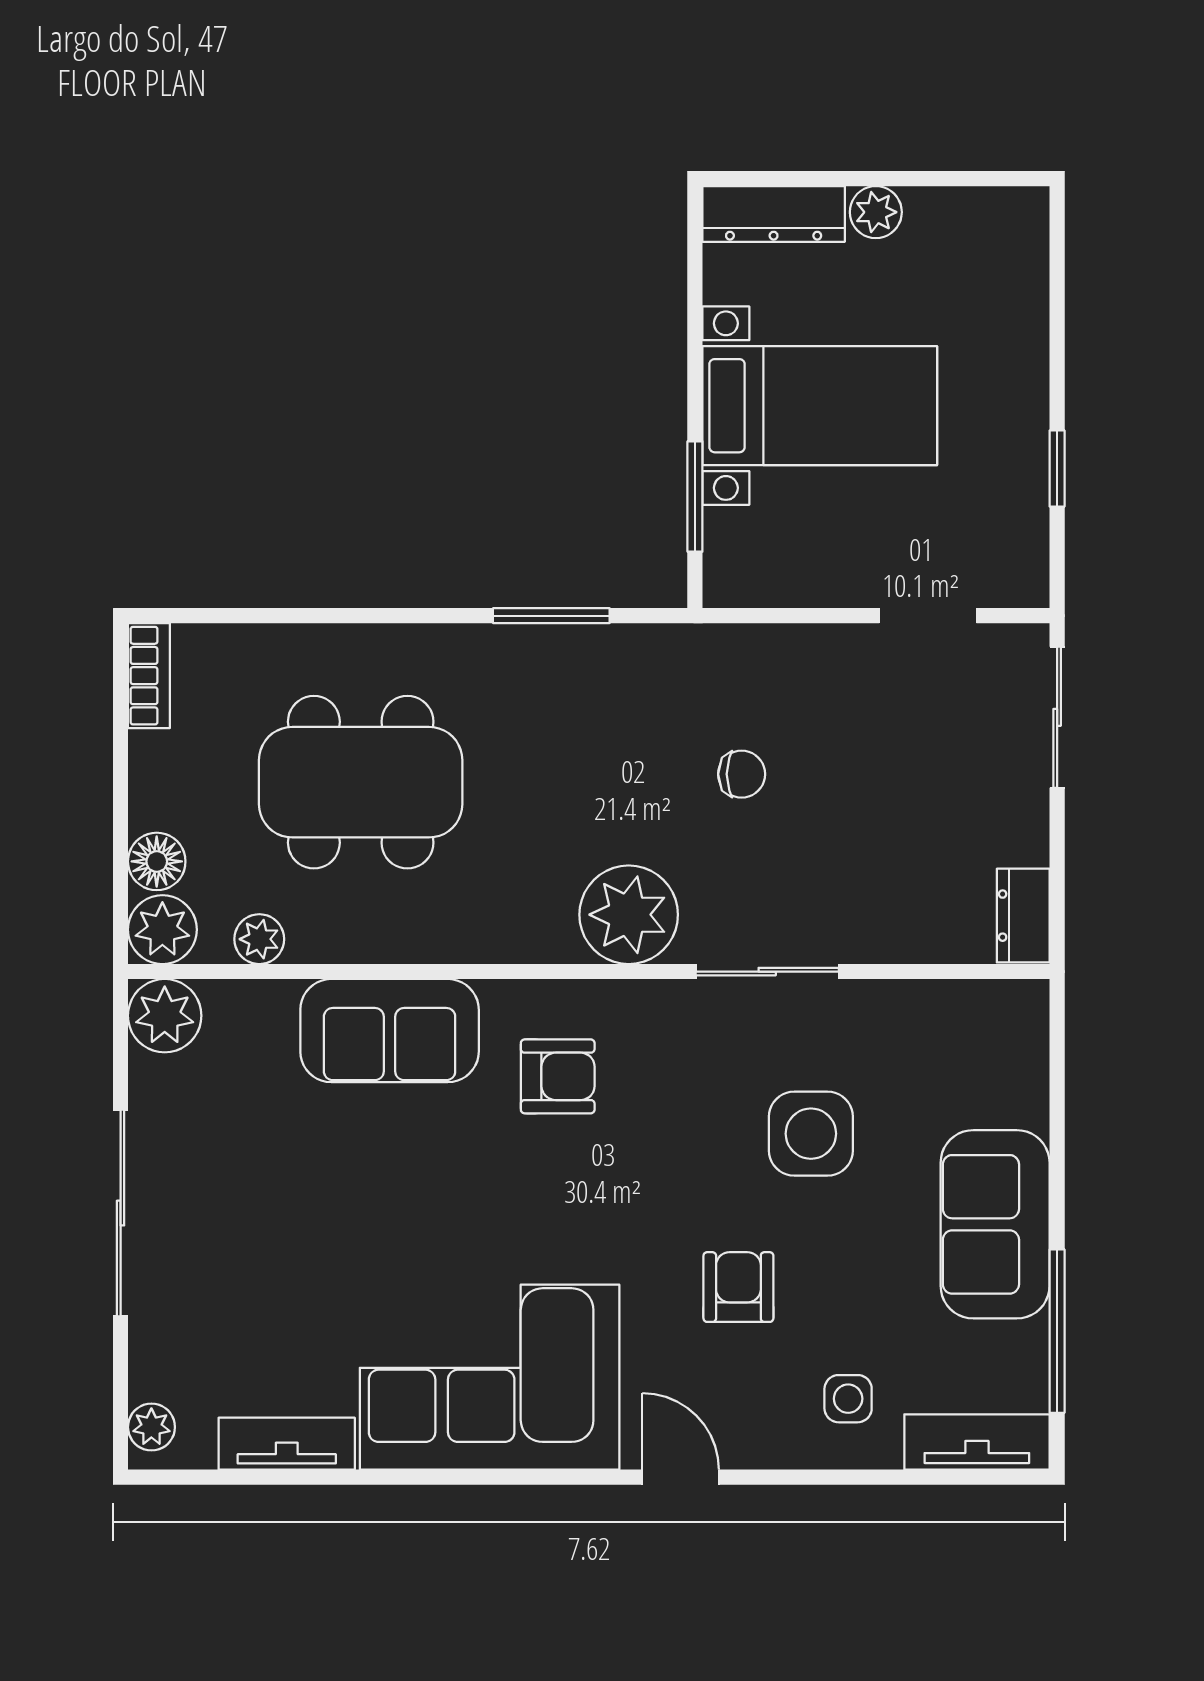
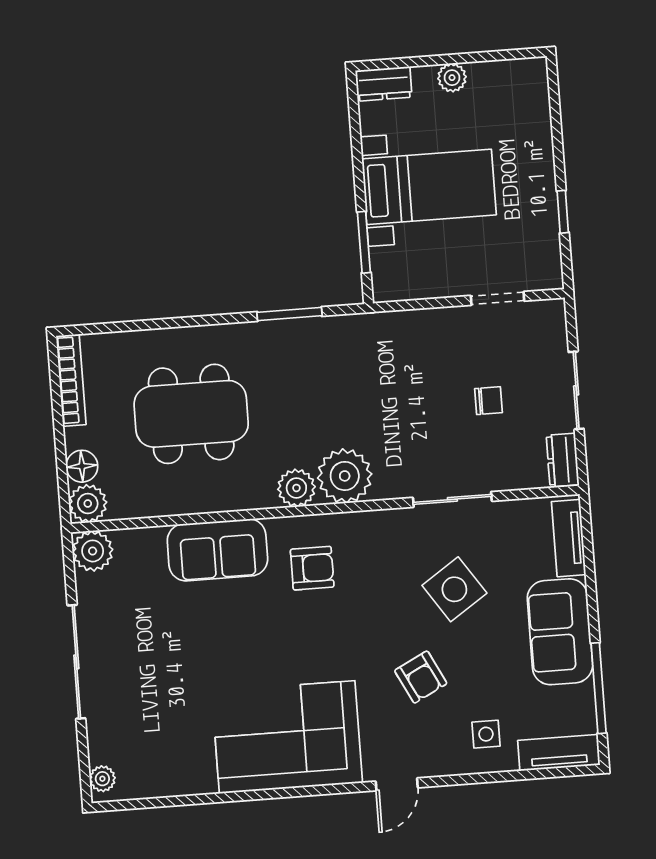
dresser: (774, 214) -> (384, 84), width x0.70
bookcase: (149, 676) -> (71, 380), width x1.56
sliding door: (1057, 717) -> (576, 390), moved
chair: (742, 774) -> (488, 401), moved
plant: (259, 939) -> (296, 488), moved, width x1.38, depth x1.38
sliding door: (767, 972) -> (452, 499), moved
side table: (811, 1134) -> (454, 589), turned -34
armchair: (738, 1287) -> (421, 677), turned 153
tv unit: (287, 1444) -> (569, 538), moved, turned -90
door: (681, 1477) -> (397, 784), swing flipped

